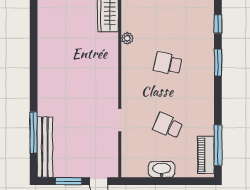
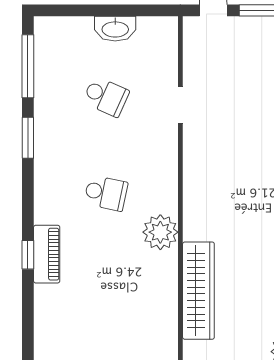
plant: (127, 38) -> (160, 232), width x1.87, depth x1.87
window: (218, 63) -> (28, 138), moved
piano: (206, 155) -> (47, 254), moved

